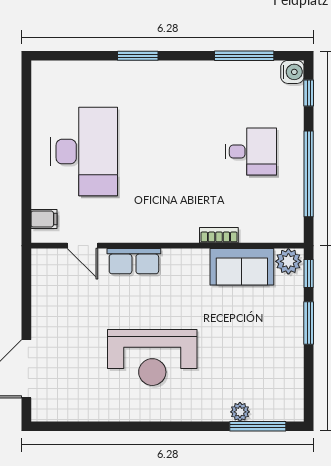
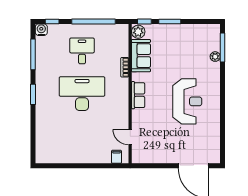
window: (138, 56) -> (33, 94), moved
desk: (84, 152) -> (82, 94), moved
door: (83, 246) -> (130, 137), swing flipped
row of seats: (134, 261) -> (138, 95), moved

